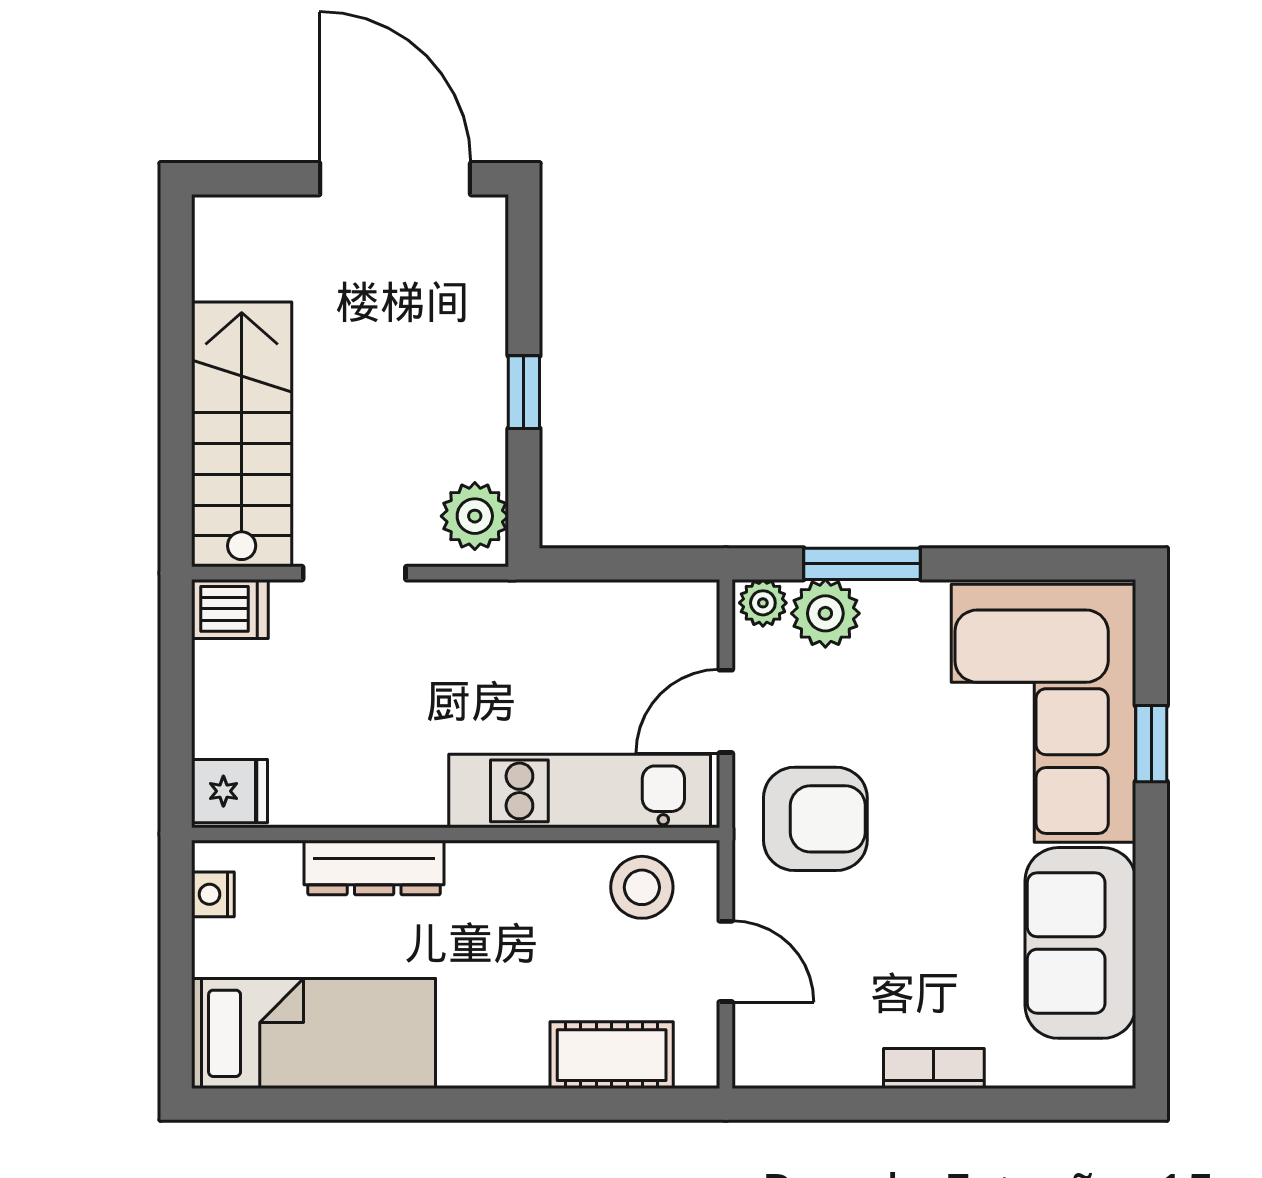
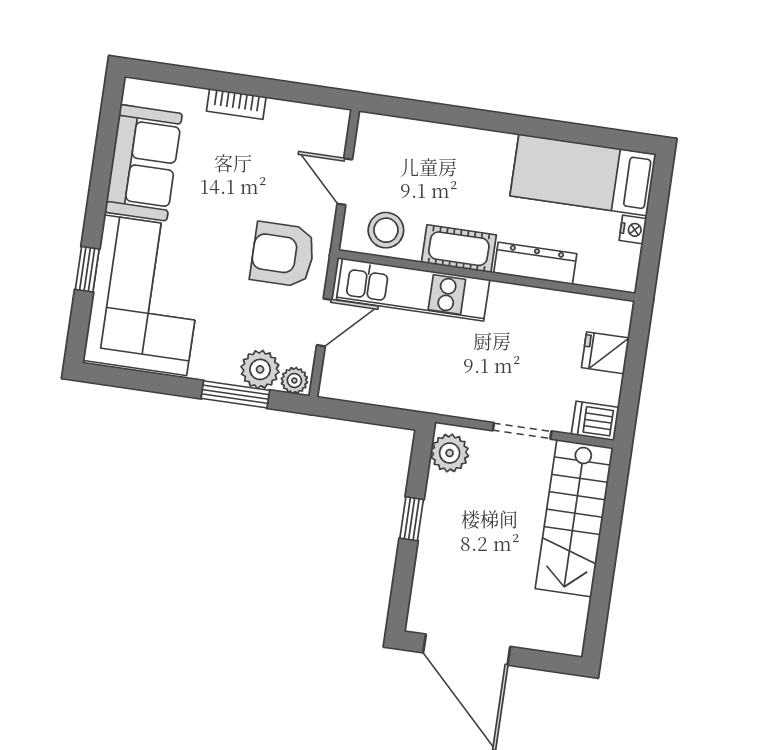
fridge: (230, 791) -> (605, 353), moved
nightstand: (213, 894) -> (633, 230), moved
cot: (612, 1055) -> (459, 249), moved

